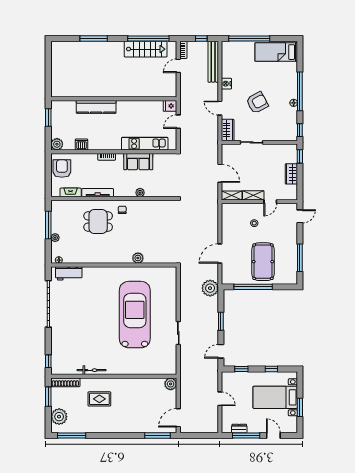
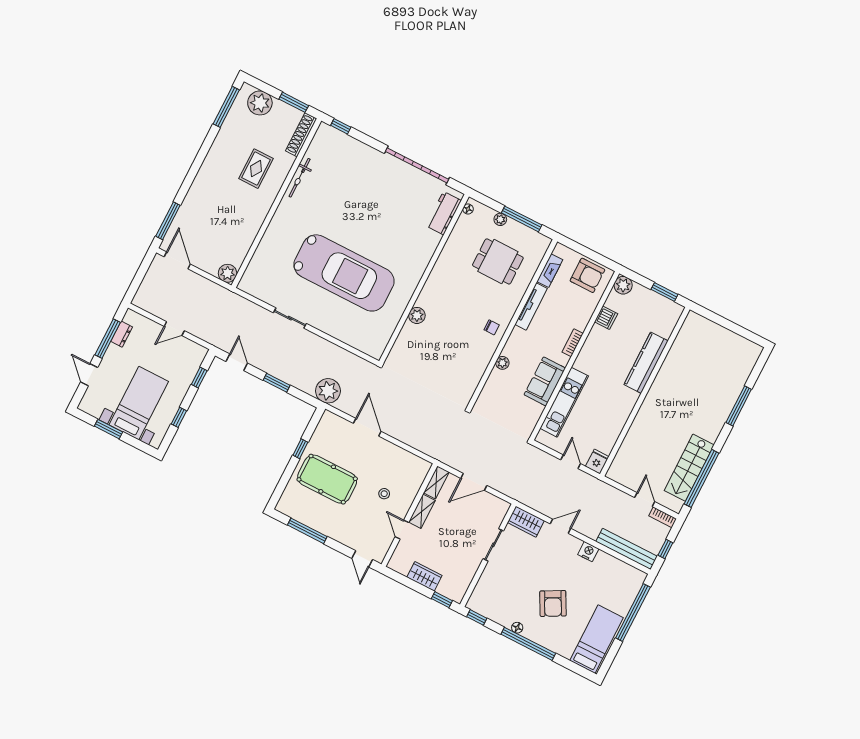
armchair: (257, 103) -> (553, 604), moved
dining table: (98, 221) -> (498, 261), moved, turned 90
window: (253, 287) -> (300, 449), width x0.32
door: (273, 436) -> (89, 375), swing flipped

